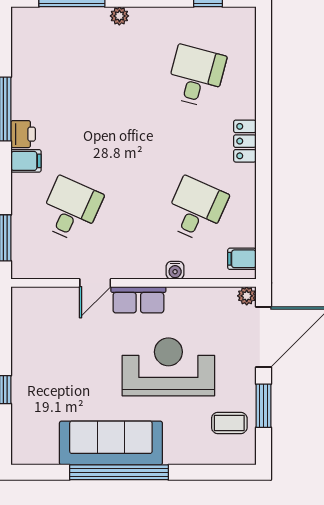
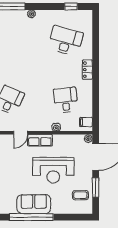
desk: (196, 76) -> (66, 41), width x1.37
desk: (196, 210) -> (66, 100), turned -30
reception desk: (168, 367) -> (53, 170), turned 180
sofa: (111, 443) -> (34, 204), width x0.73

